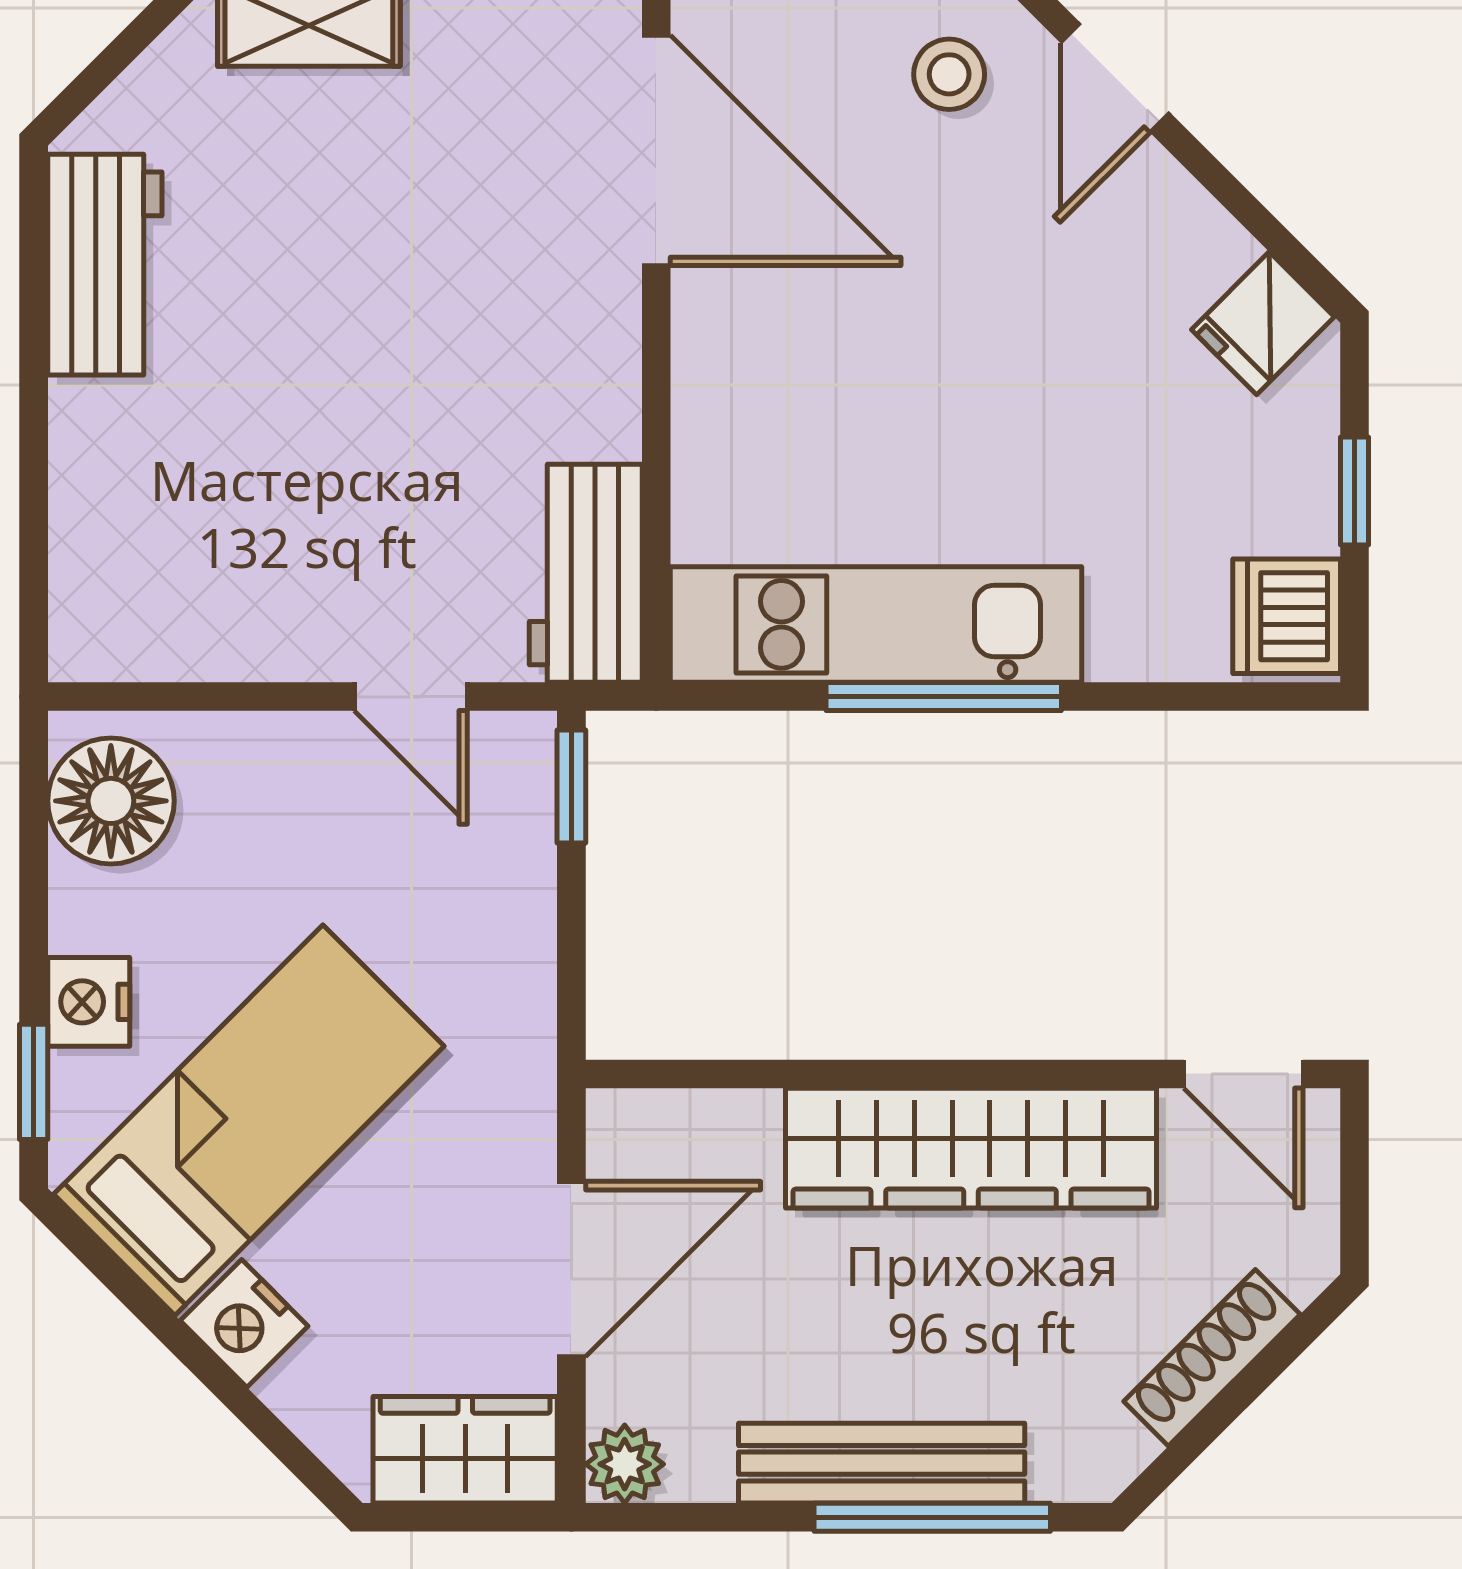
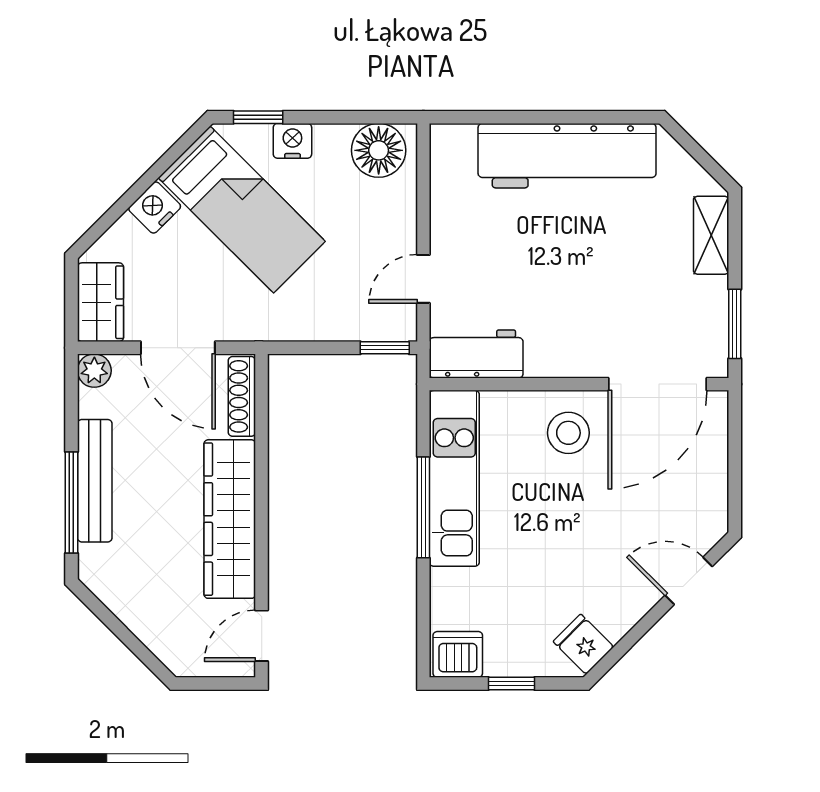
stool: (949, 74) -> (568, 433), moved, width x1.37, depth x1.37
workbench: (105, 265) -> (567, 156), width x1.88, depth x1.32
shoe rack: (1212, 1358) -> (242, 396), moved, turned -135

